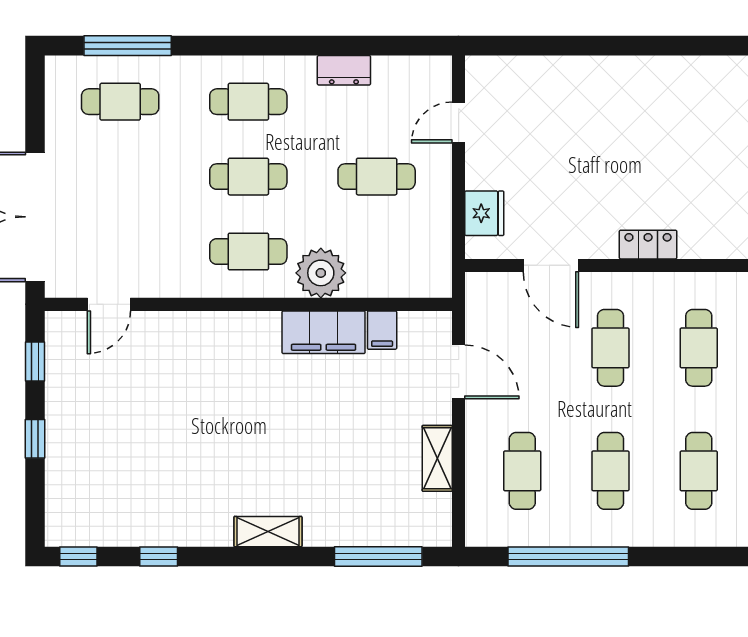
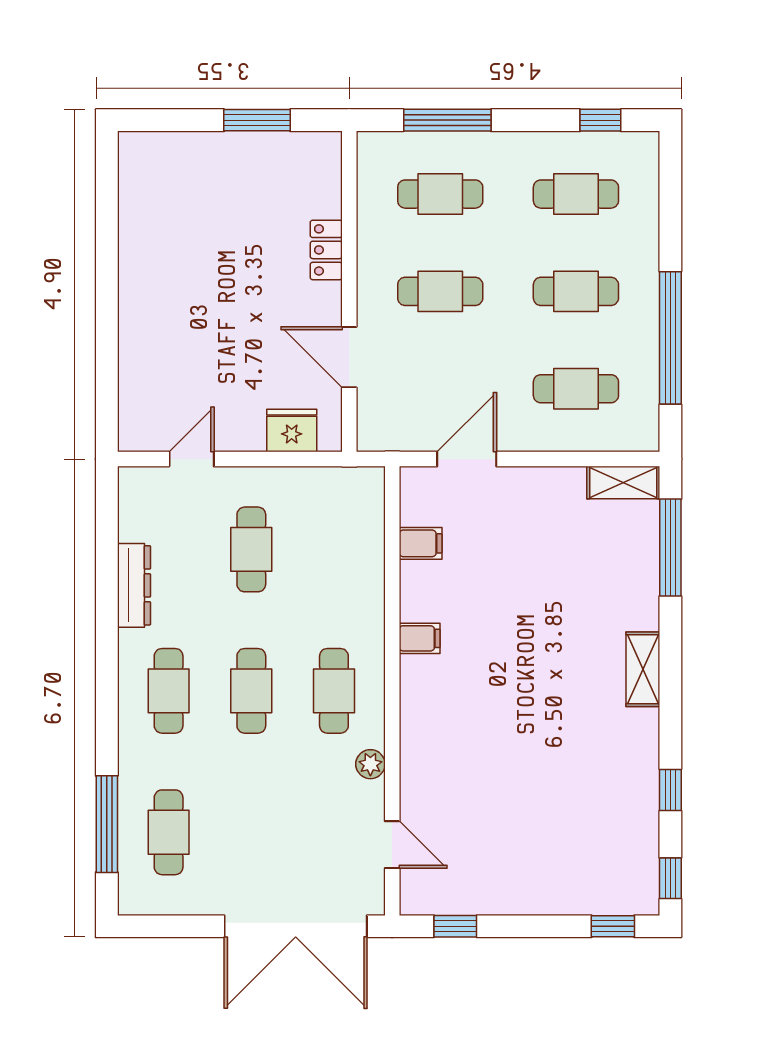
dresser: (344, 70) -> (134, 585), width x1.44
door: (459, 122) -> (192, 459), swing flipped
door: (551, 265) -> (349, 357), swing flipped
plant: (321, 273) -> (370, 764), moved, width x0.53, depth x0.53
filing cabinet: (324, 332) -> (420, 638), width x0.33, depth x0.86
window: (35, 439) -> (613, 926), moved
shelving: (437, 458) -> (623, 483), moved

